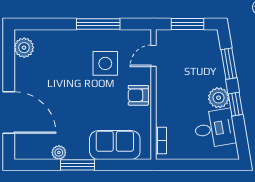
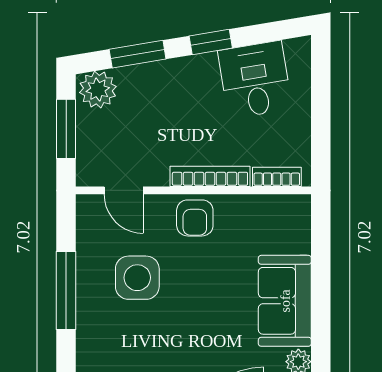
plant: (219, 98) -> (98, 90), moved
bookcase: (161, 104) -> (210, 176), added
sofa: (115, 145) -> (285, 301), moved
window: (78, 165) -> (321, 328), removed

